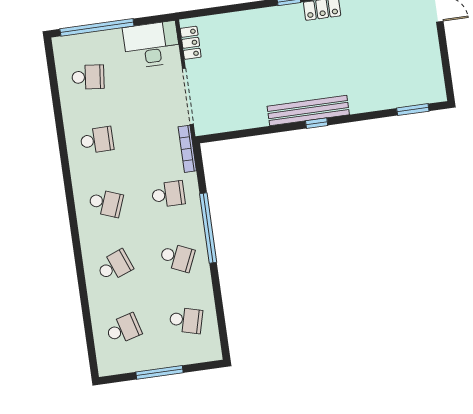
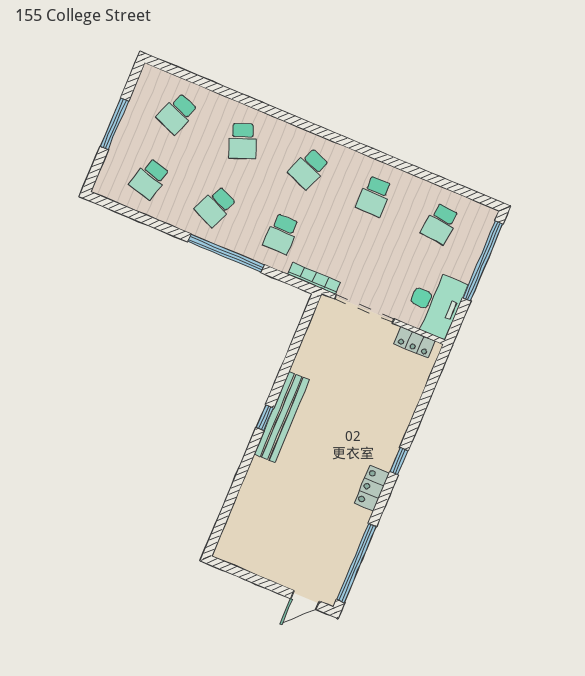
window: (413, 110) -> (223, 518), removed
school desk: (123, 329) -> (177, 114), turned 36

